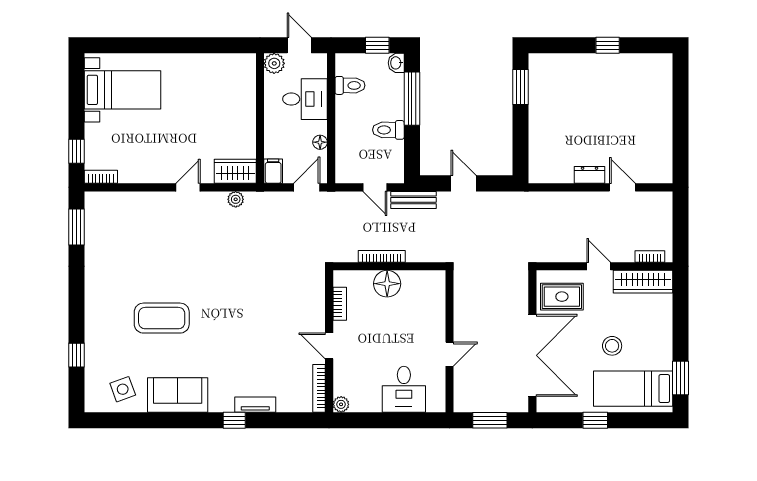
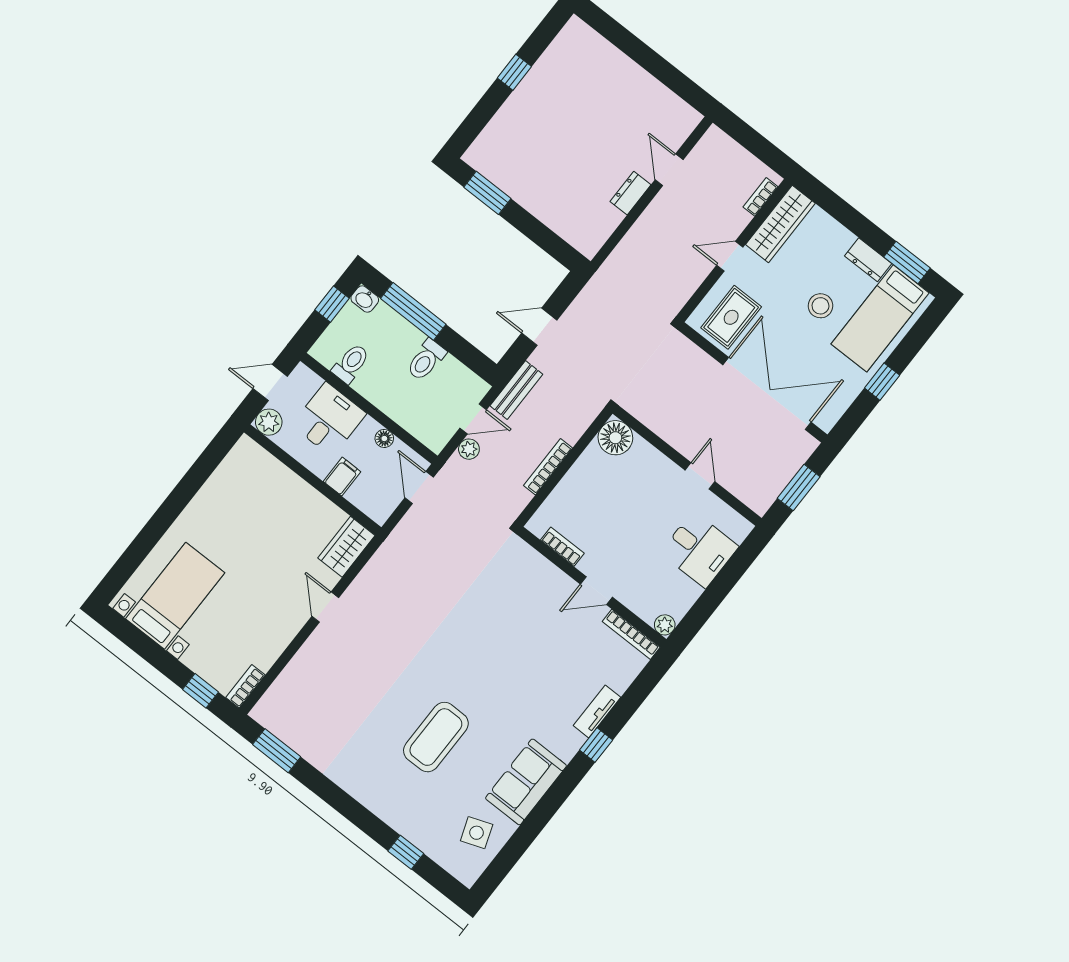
filing cabinet: (273, 171) -> (342, 477), moved, turned 90
door: (622, 187) -> (669, 170), hinge flipped
plant: (236, 199) -> (469, 449), moved
floor lamp: (387, 284) -> (615, 438), moved
dresser: (663, 353) -> (868, 260), added

